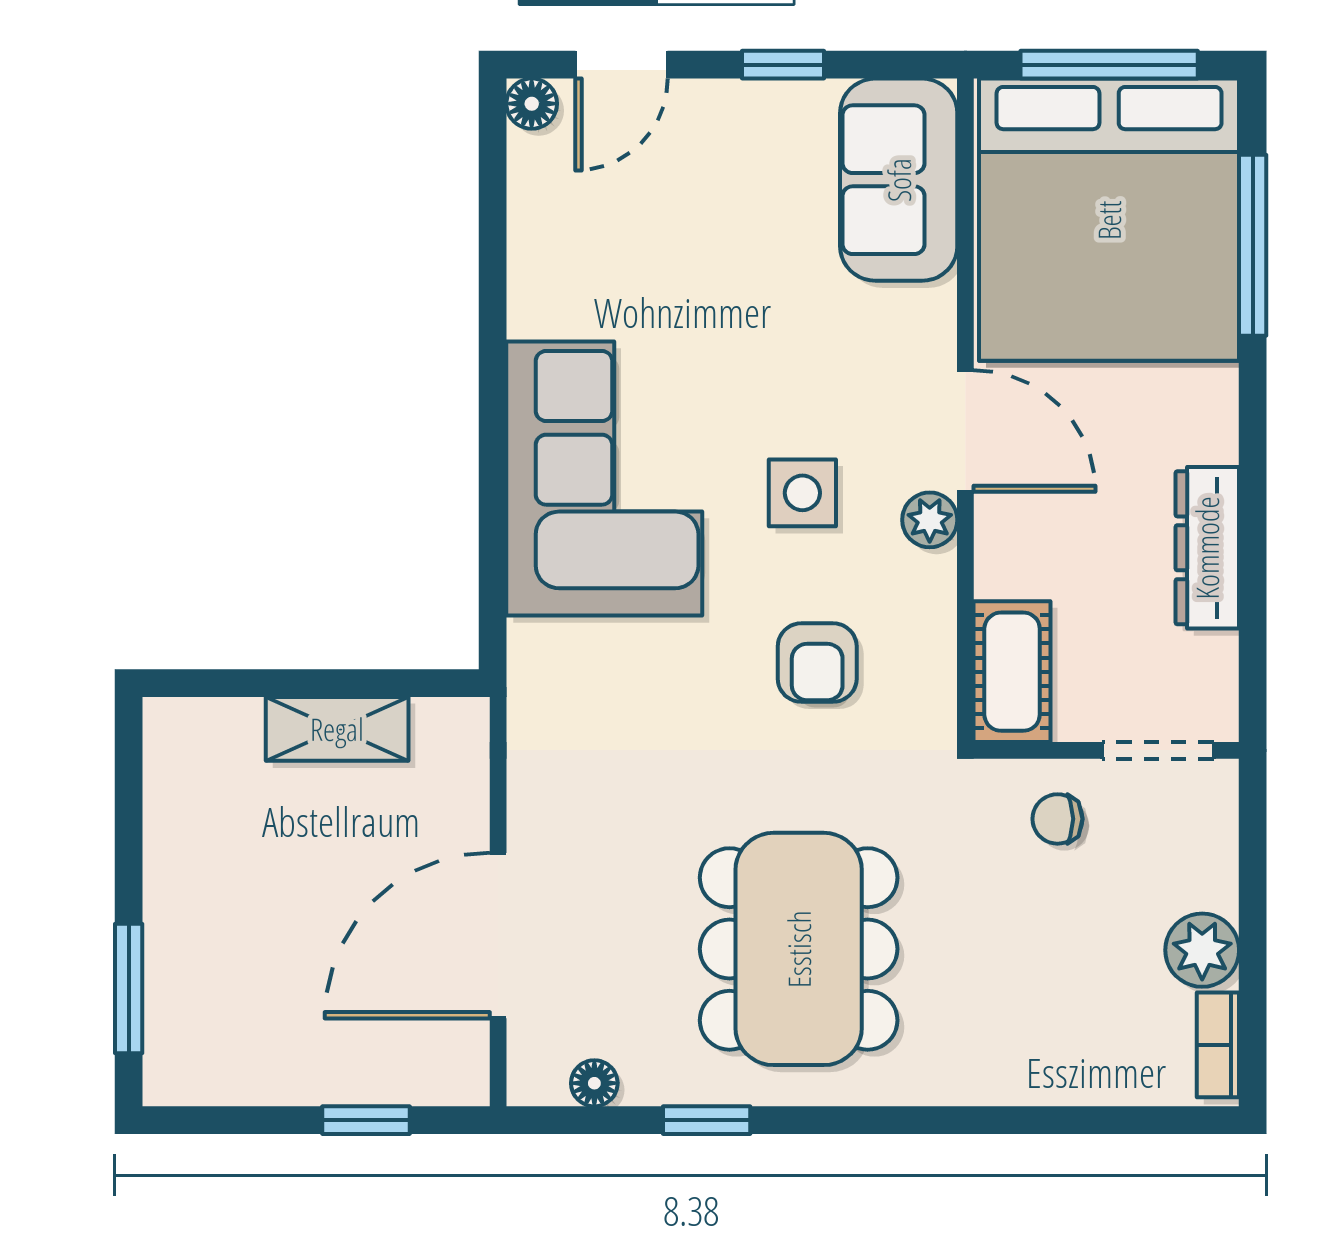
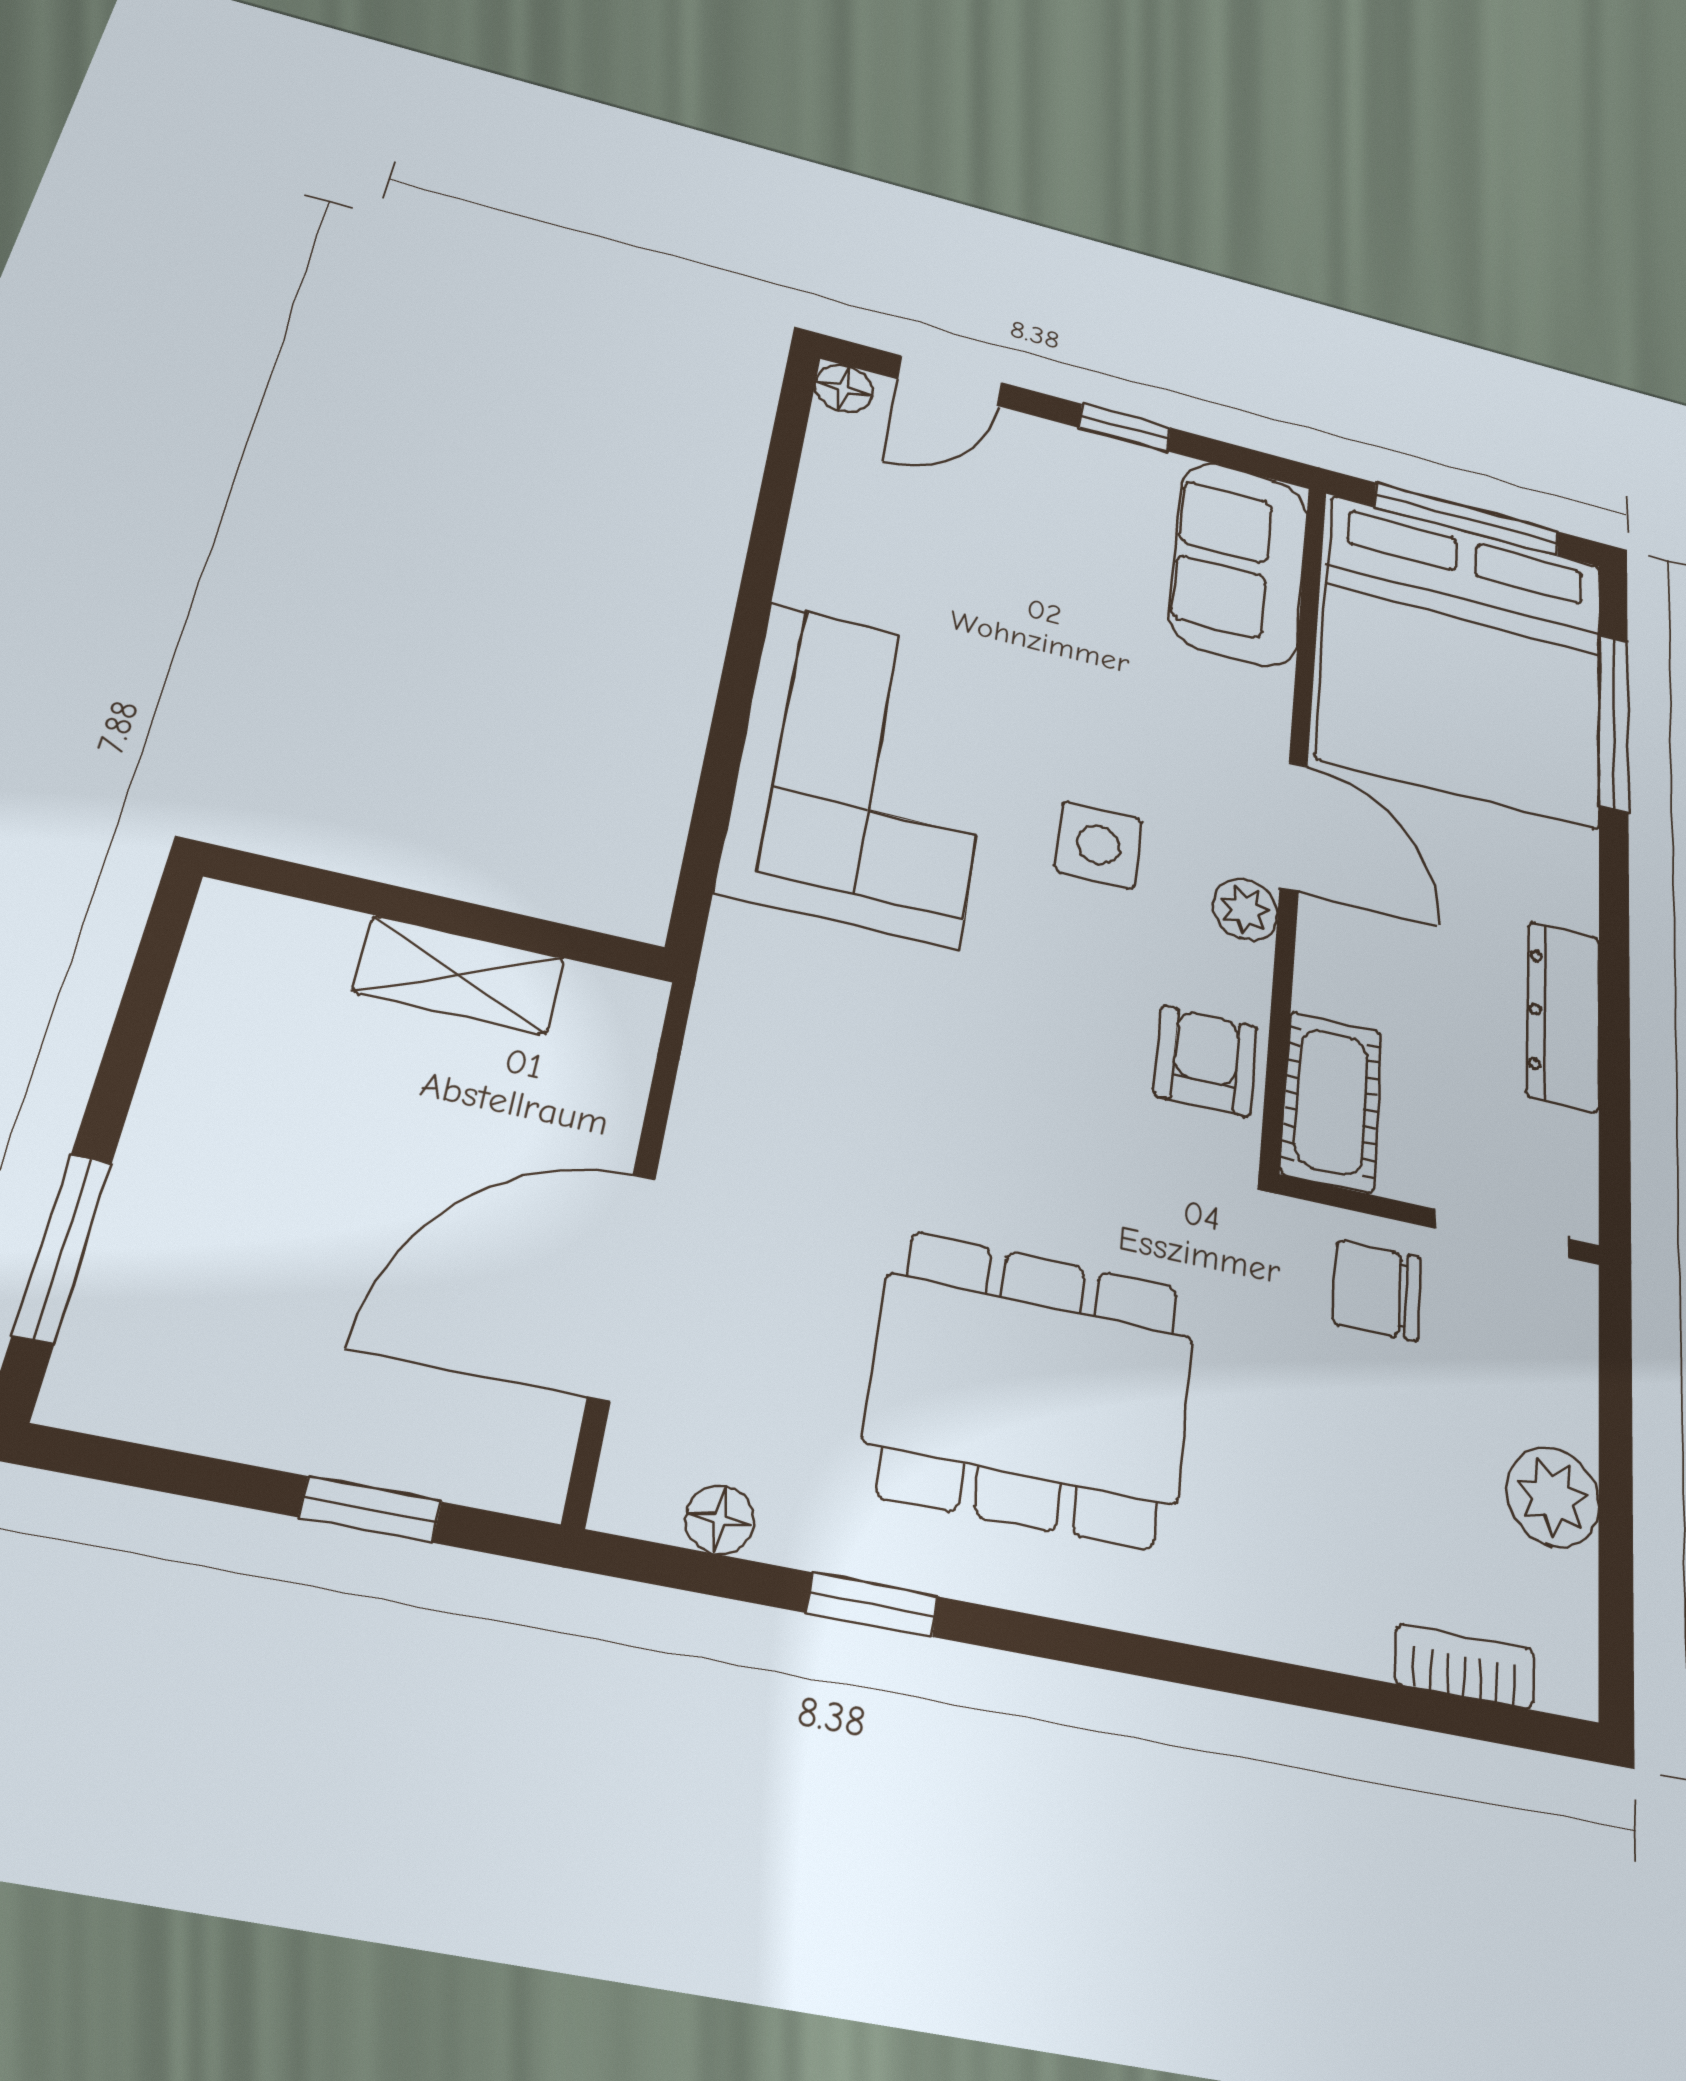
armchair: (817, 663) -> (1206, 1061), moved, turned 180
chair: (1057, 819) -> (1377, 1291), width x1.37, depth x1.37
dining table: (799, 949) -> (1031, 1388), turned 90
bookcase: (1218, 1045) -> (1465, 1667), moved, turned 90

